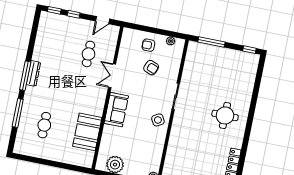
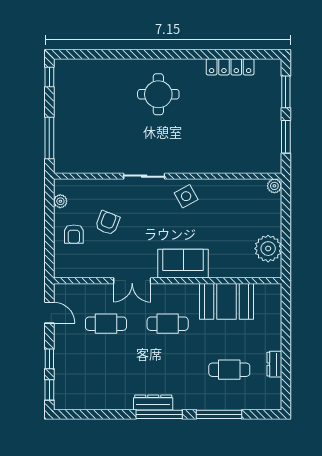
cafe table: (81, 92) -> (168, 324), added
dresser: (42, 154) -> (274, 364), added

